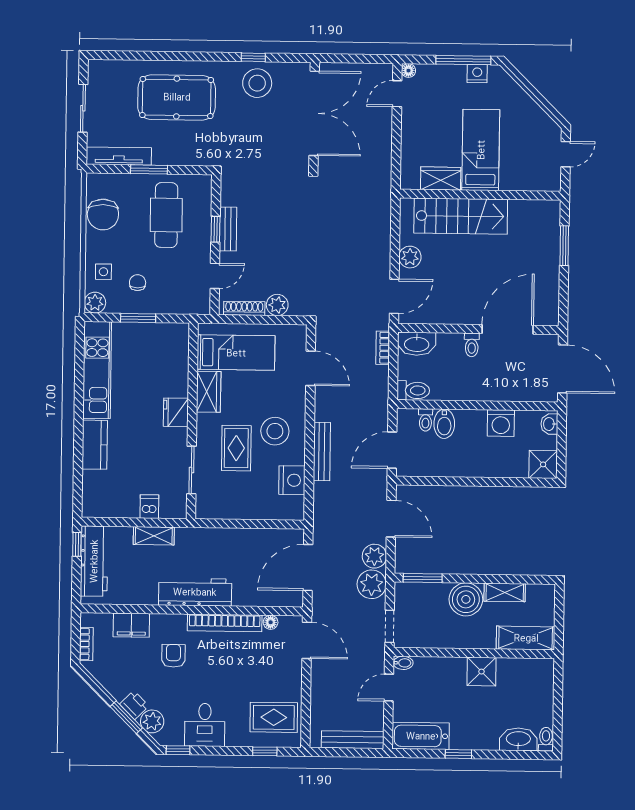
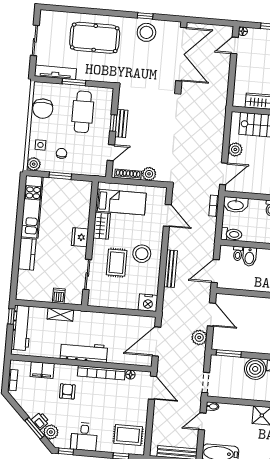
nightstand: (292, 480) -> (148, 303), moved, turned 90
plant: (372, 584) -> (196, 355), removed

